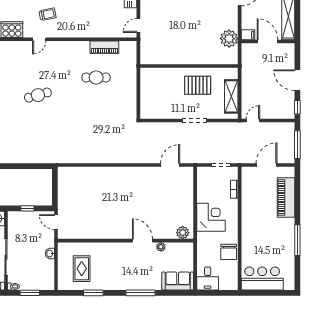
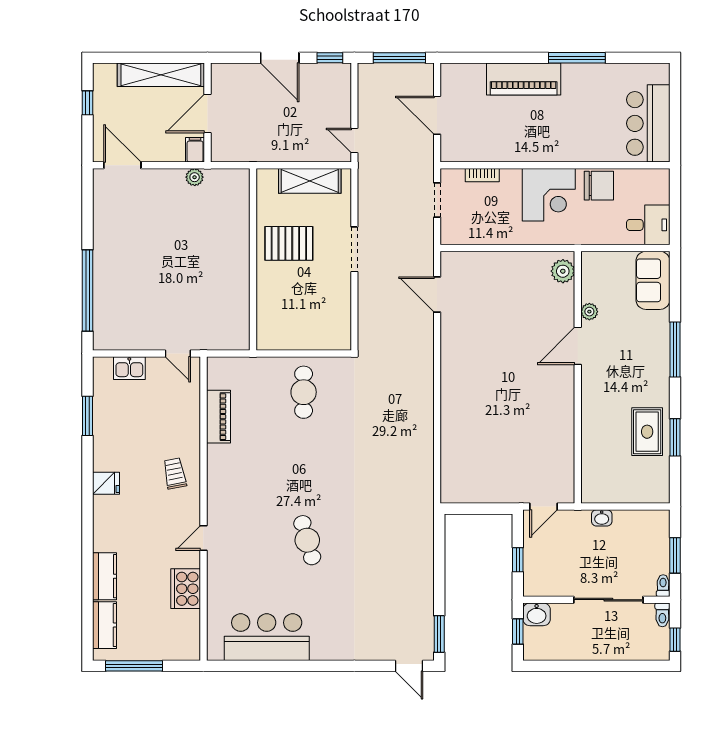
trolley: (48, 14) -> (175, 473), moved
door: (39, 39) -> (203, 538), swing flipped
plant: (229, 39) -> (195, 177), width x0.53, depth x0.53
cafe table: (96, 77) -> (304, 392), moved
door: (297, 80) -> (280, 58), hinge flipped
pallet: (198, 85) -> (289, 243), turned 90
piano: (286, 198) -> (524, 79), moved
corner desk: (211, 217) -> (549, 195), moved, turned 180
rug: (82, 269) -> (647, 432), moved, turned 90

